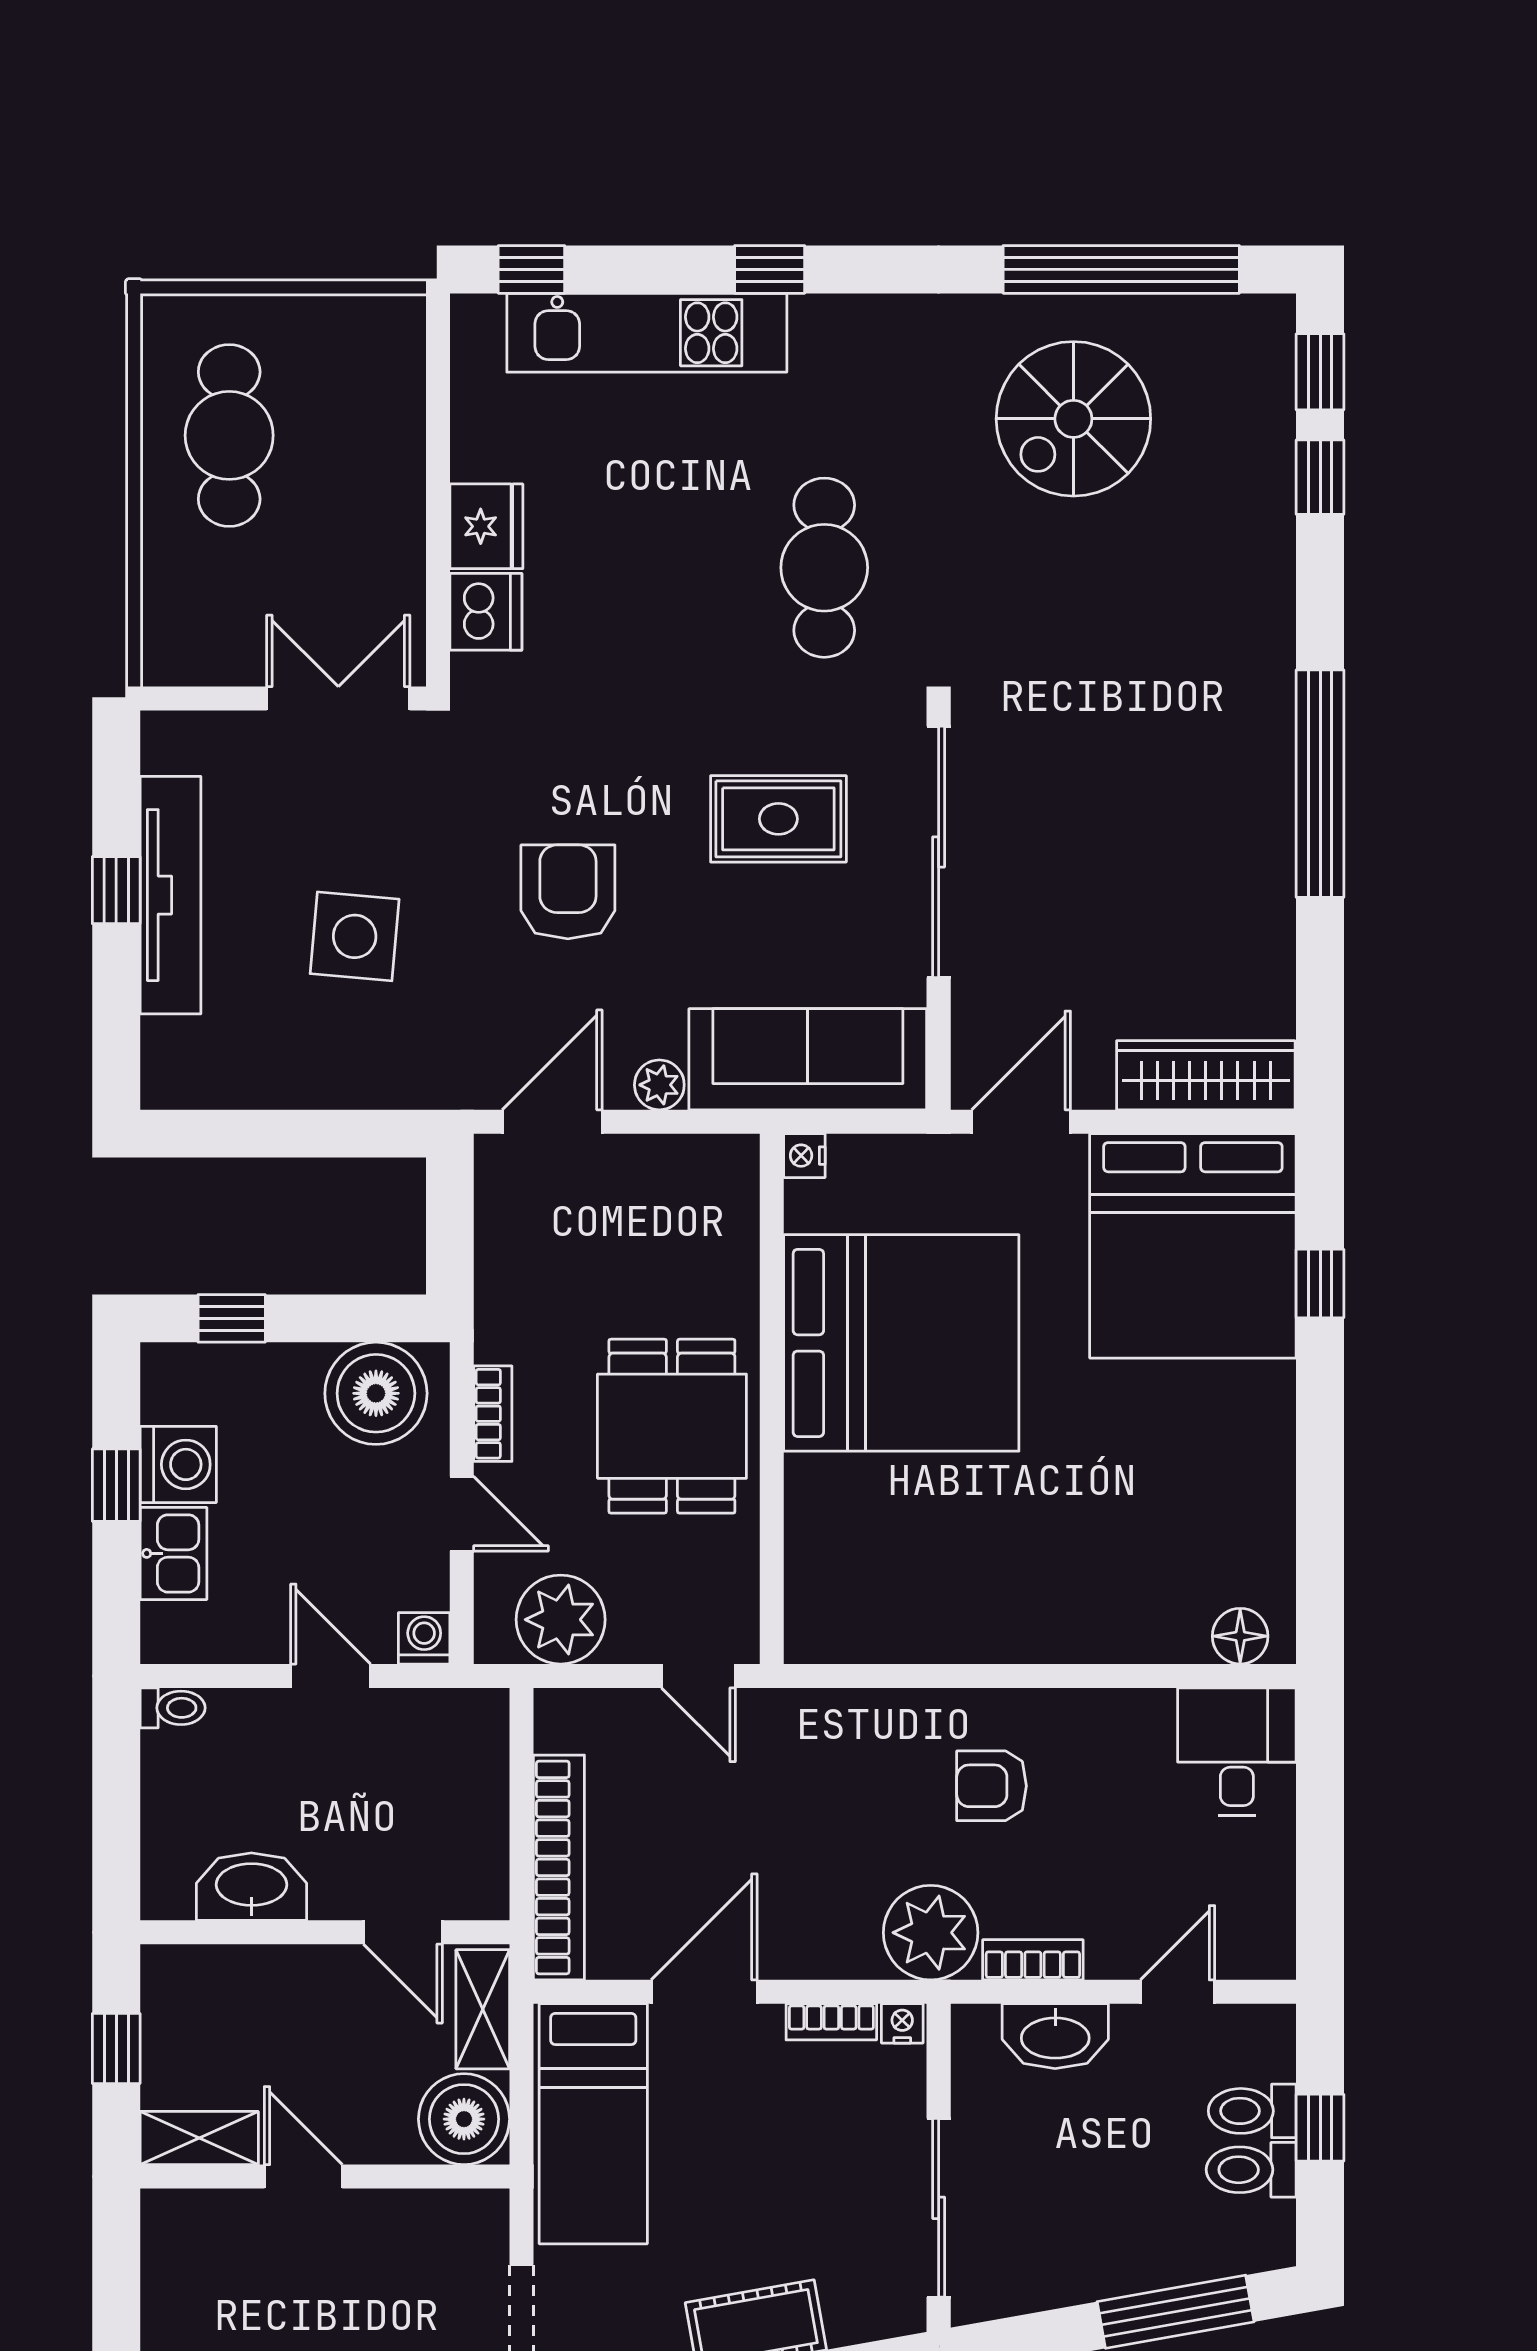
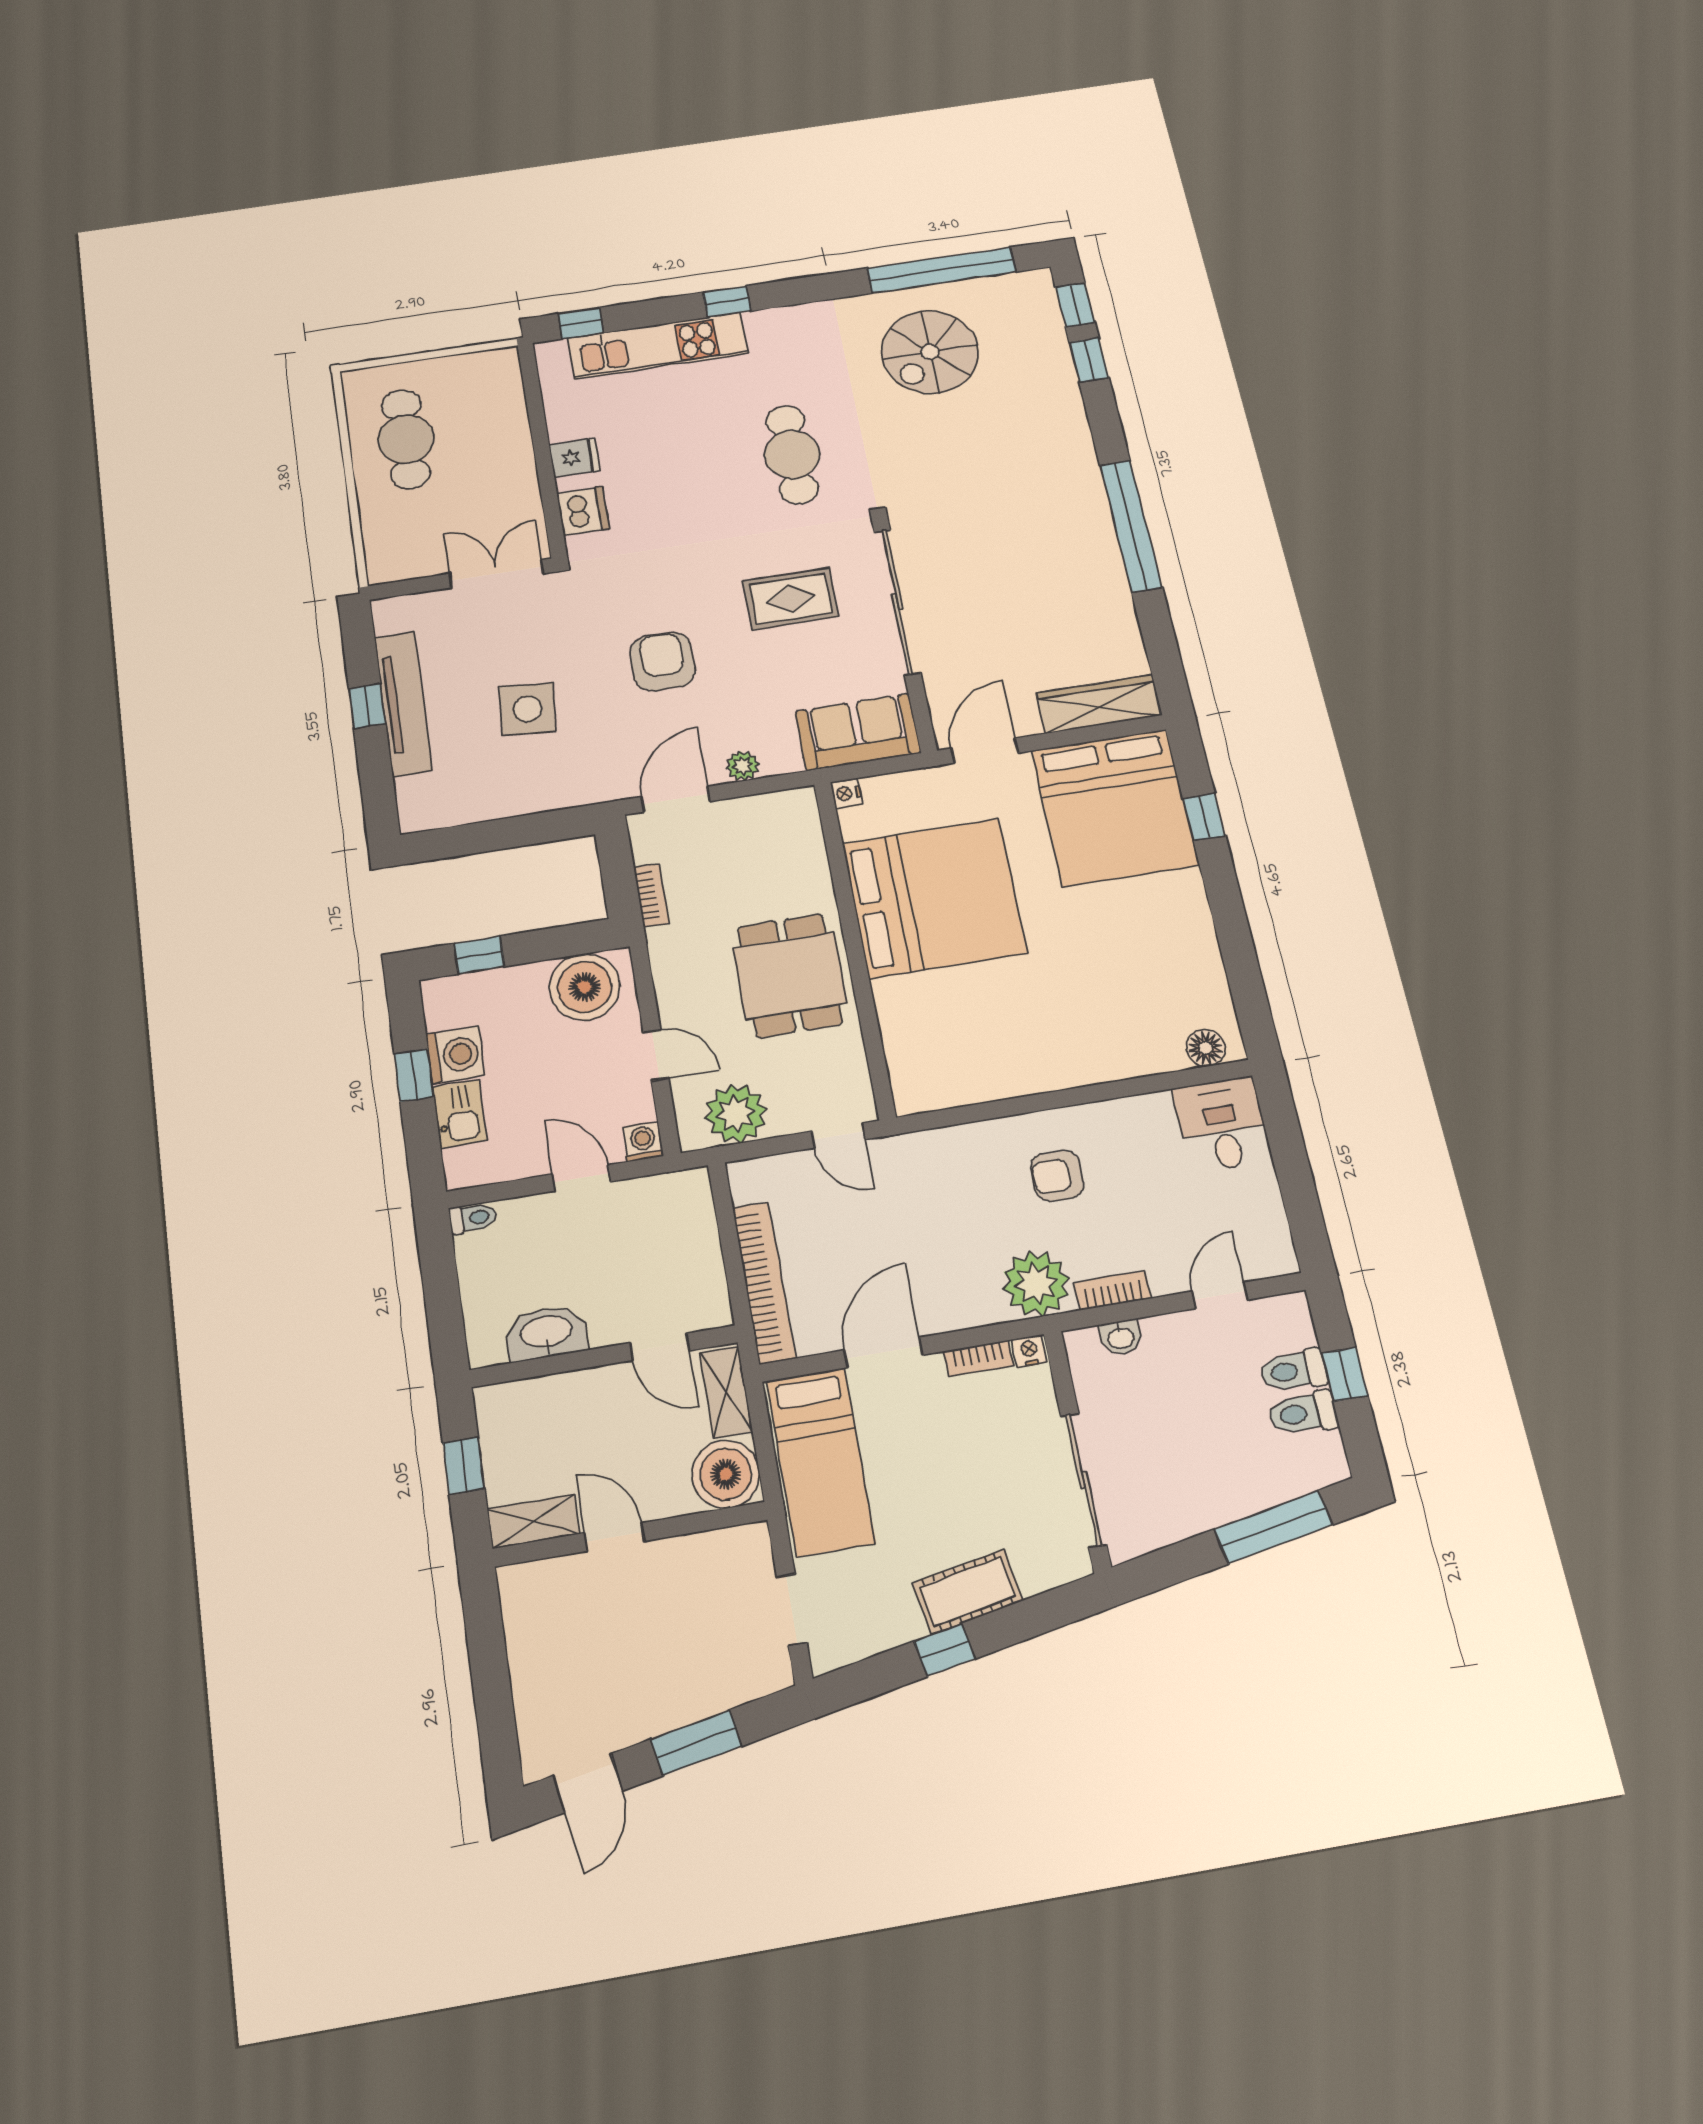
fridge: (486, 526) -> (574, 458), width x0.72
sofa: (808, 1059) -> (858, 732), width x0.73
bookcase: (493, 1414) -> (651, 895), moved
washbasin: (1055, 2036) -> (1121, 1337), width x0.52, depth x0.69

